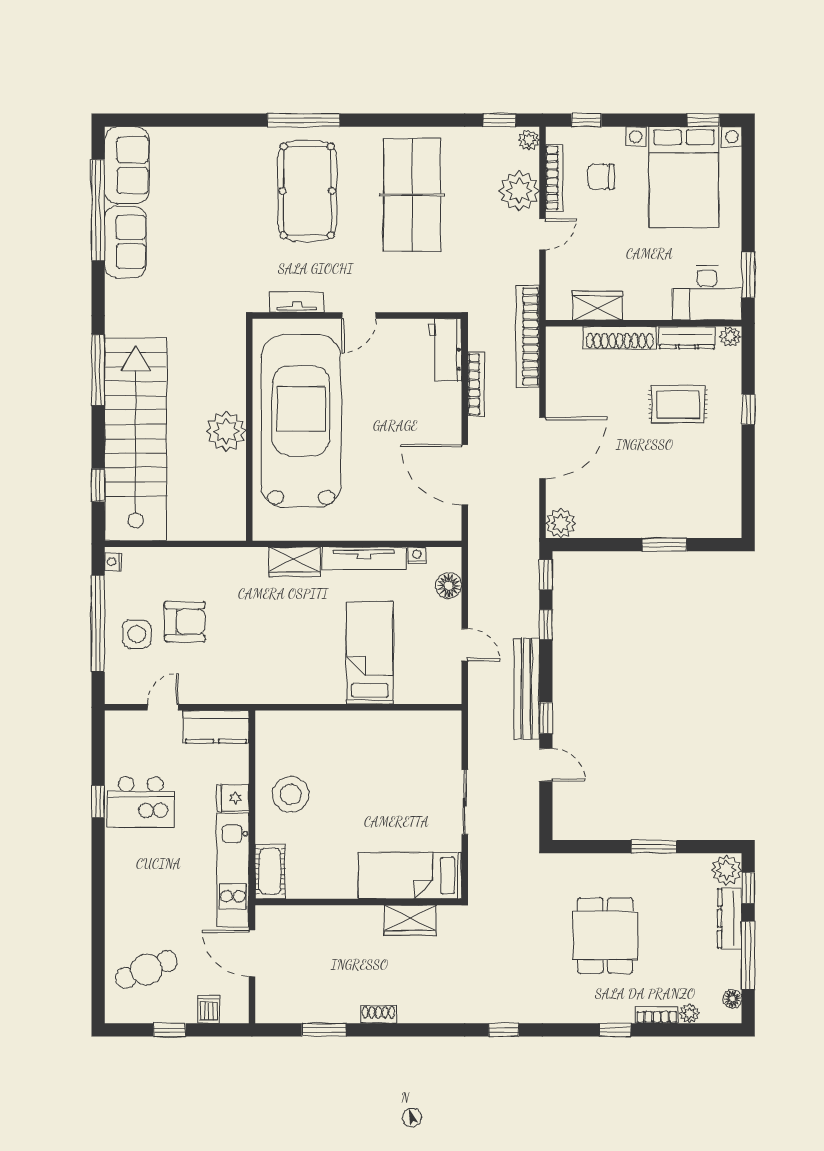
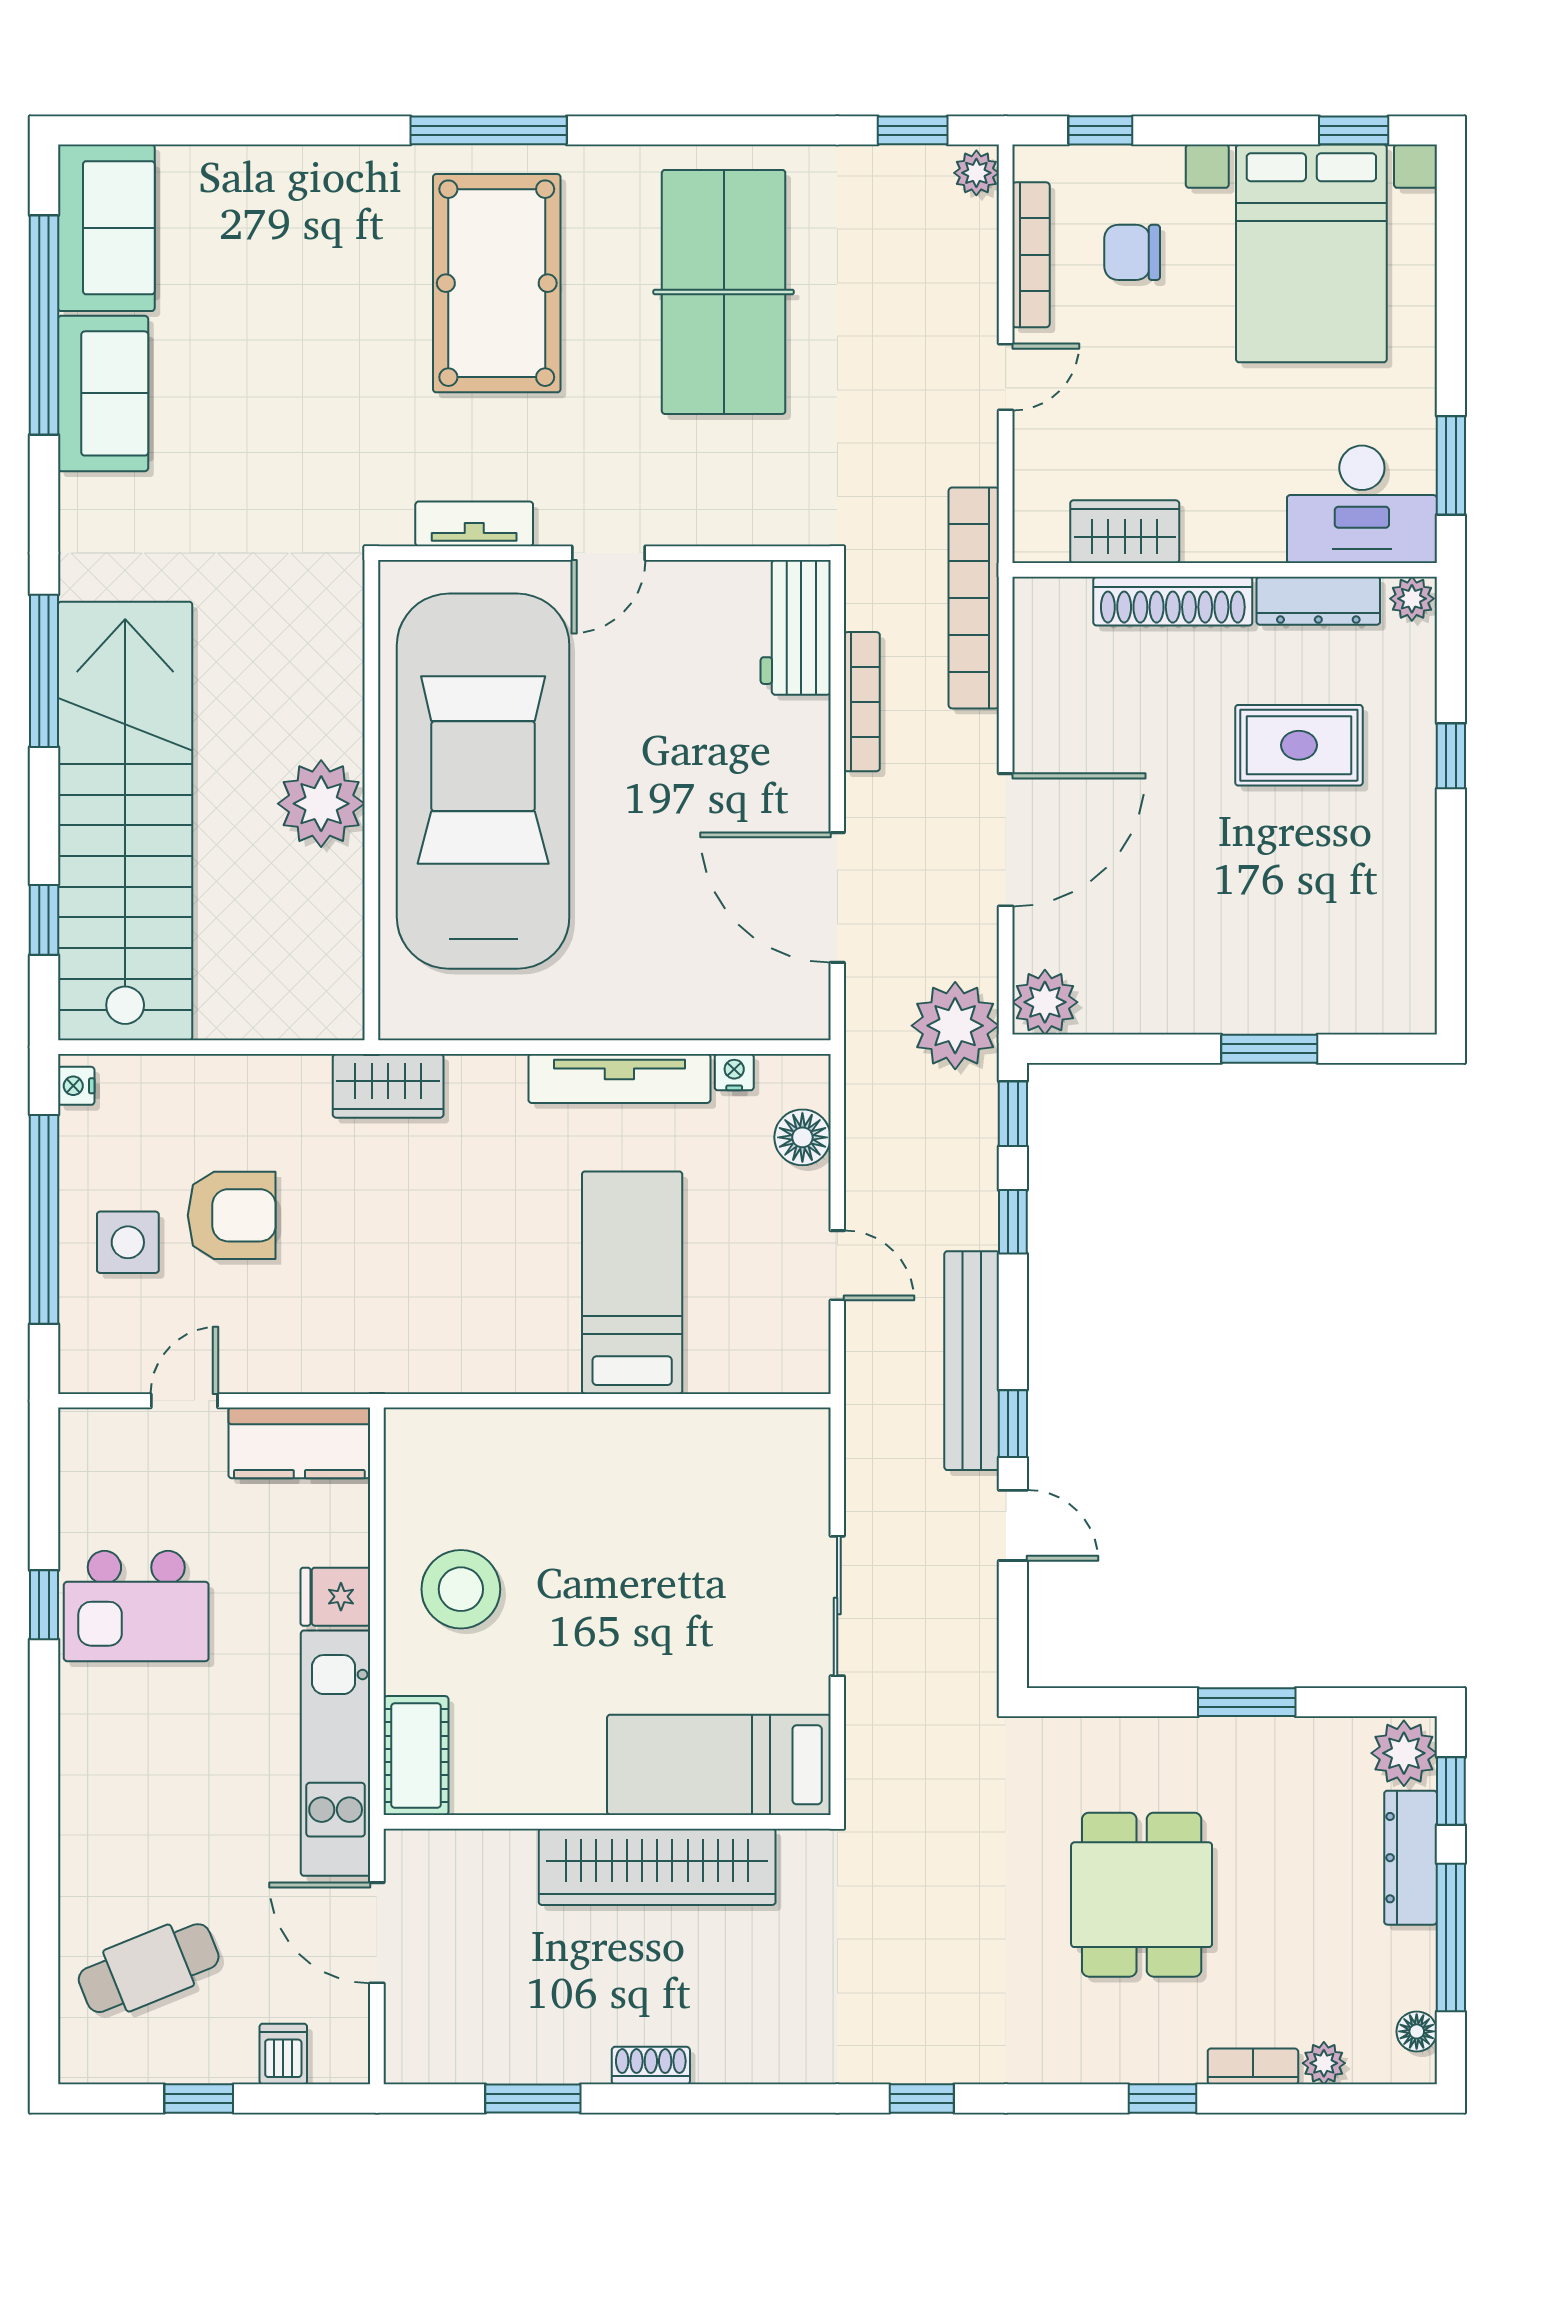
plant: (519, 191) -> (955, 1026), moved
wardrobe: (294, 562) -> (388, 1086), moved
wardrobe: (410, 920) -> (657, 1867), width x2.10, depth x1.17

